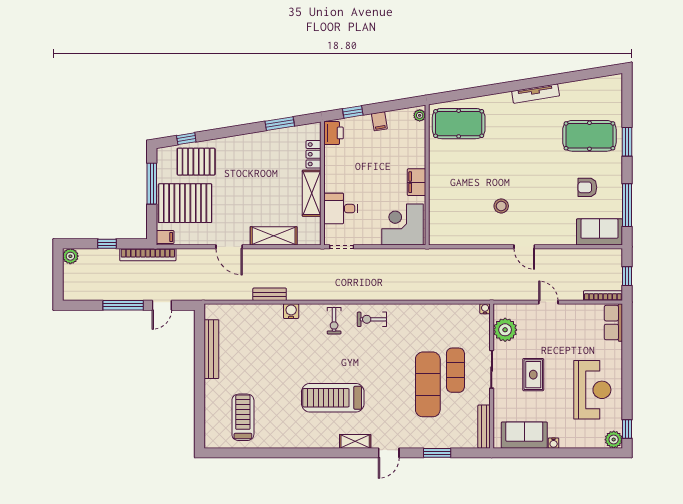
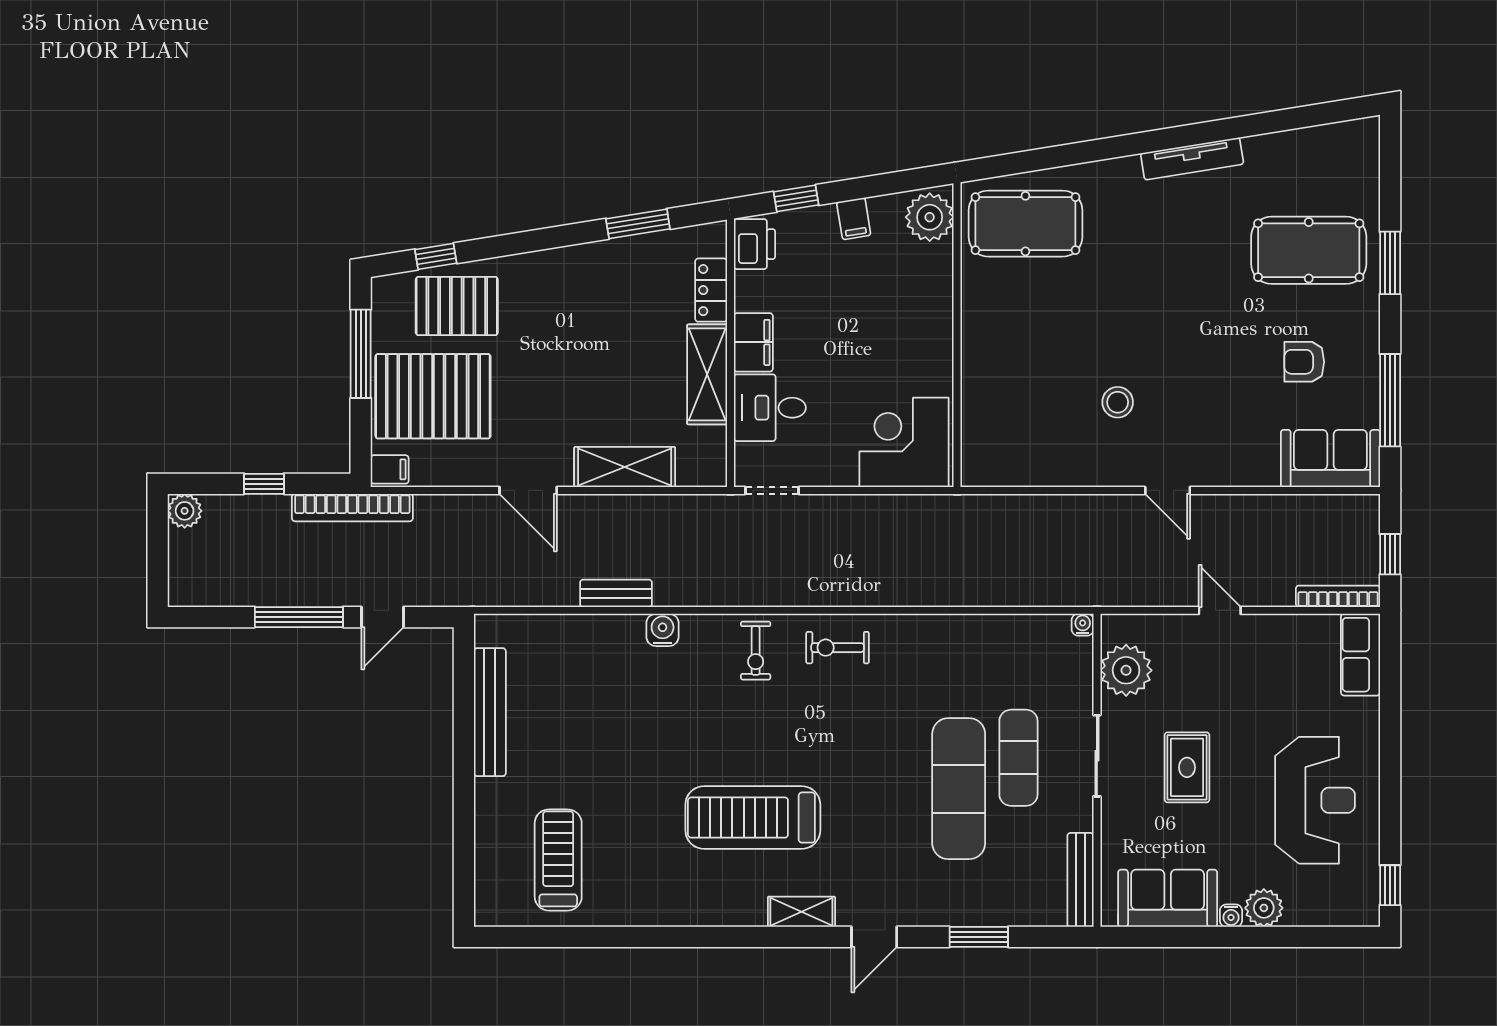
plant: (420, 115) -> (930, 217), width x1.88, depth x1.88
filing cabinet: (417, 182) -> (753, 342), moved, turned 180
plant: (614, 440) -> (1264, 908), moved

